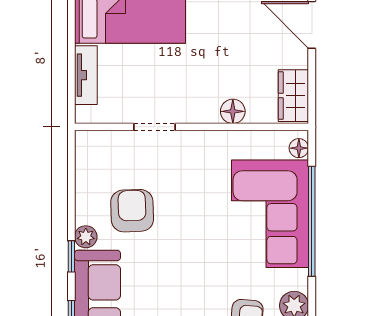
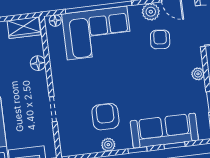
armchair: (132, 211) -> (105, 117), turned 92
plant: (86, 237) -> (108, 145), moved

